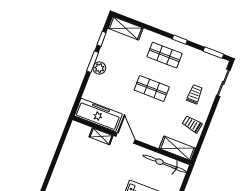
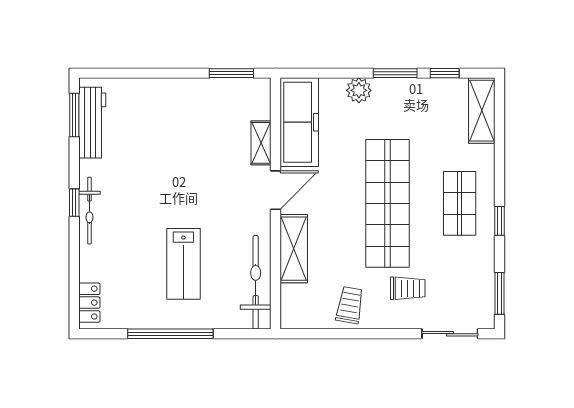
plant: (99, 68) -> (359, 90), moved
shop shelf: (152, 88) -> (387, 203), width x2.00, depth x1.36
window: (63, 138) -> (231, 73), added
shelving: (177, 148) -> (294, 249), moved

